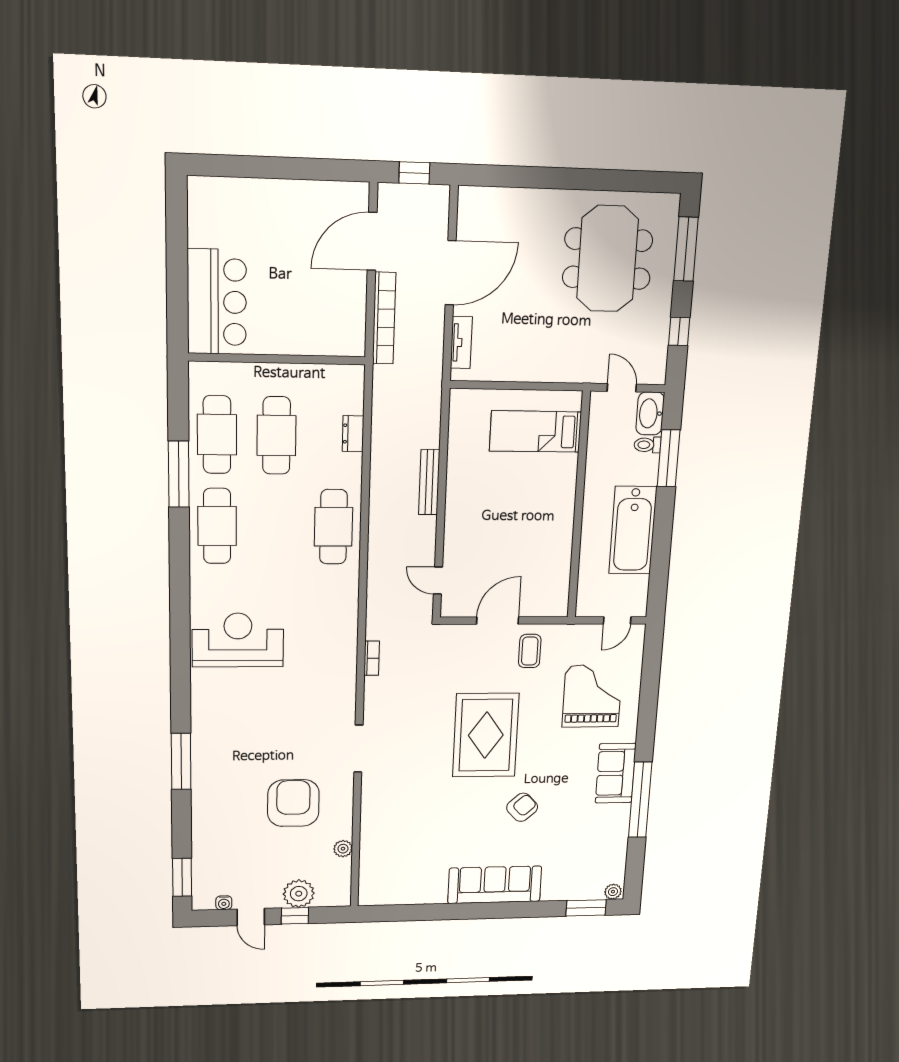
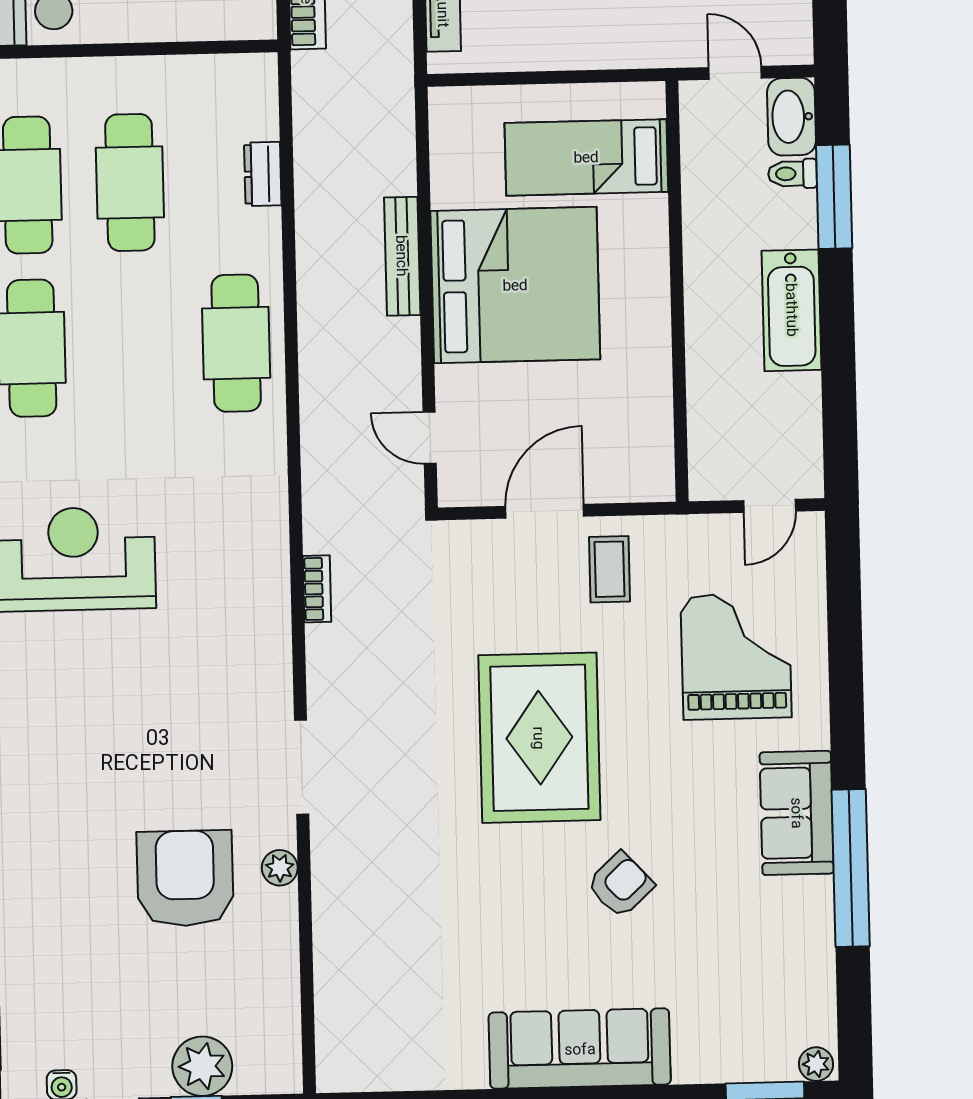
bed: (491, 500) -> (515, 285), added
bathtub: (633, 530) -> (792, 310), width x0.73, depth x0.73
plant: (343, 849) -> (280, 868), moved

